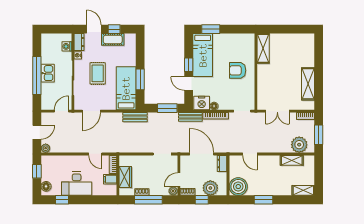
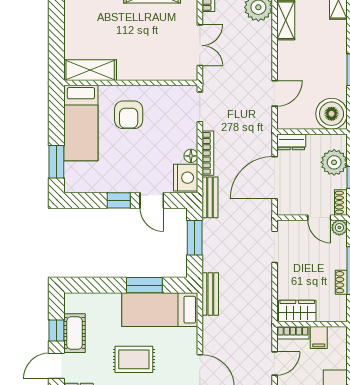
bed: (203, 55) -> (81, 123), moved, turned 90
door: (189, 84) -> (152, 200), hinge flipped
wardrobe: (125, 177) -> (297, 311), moved

